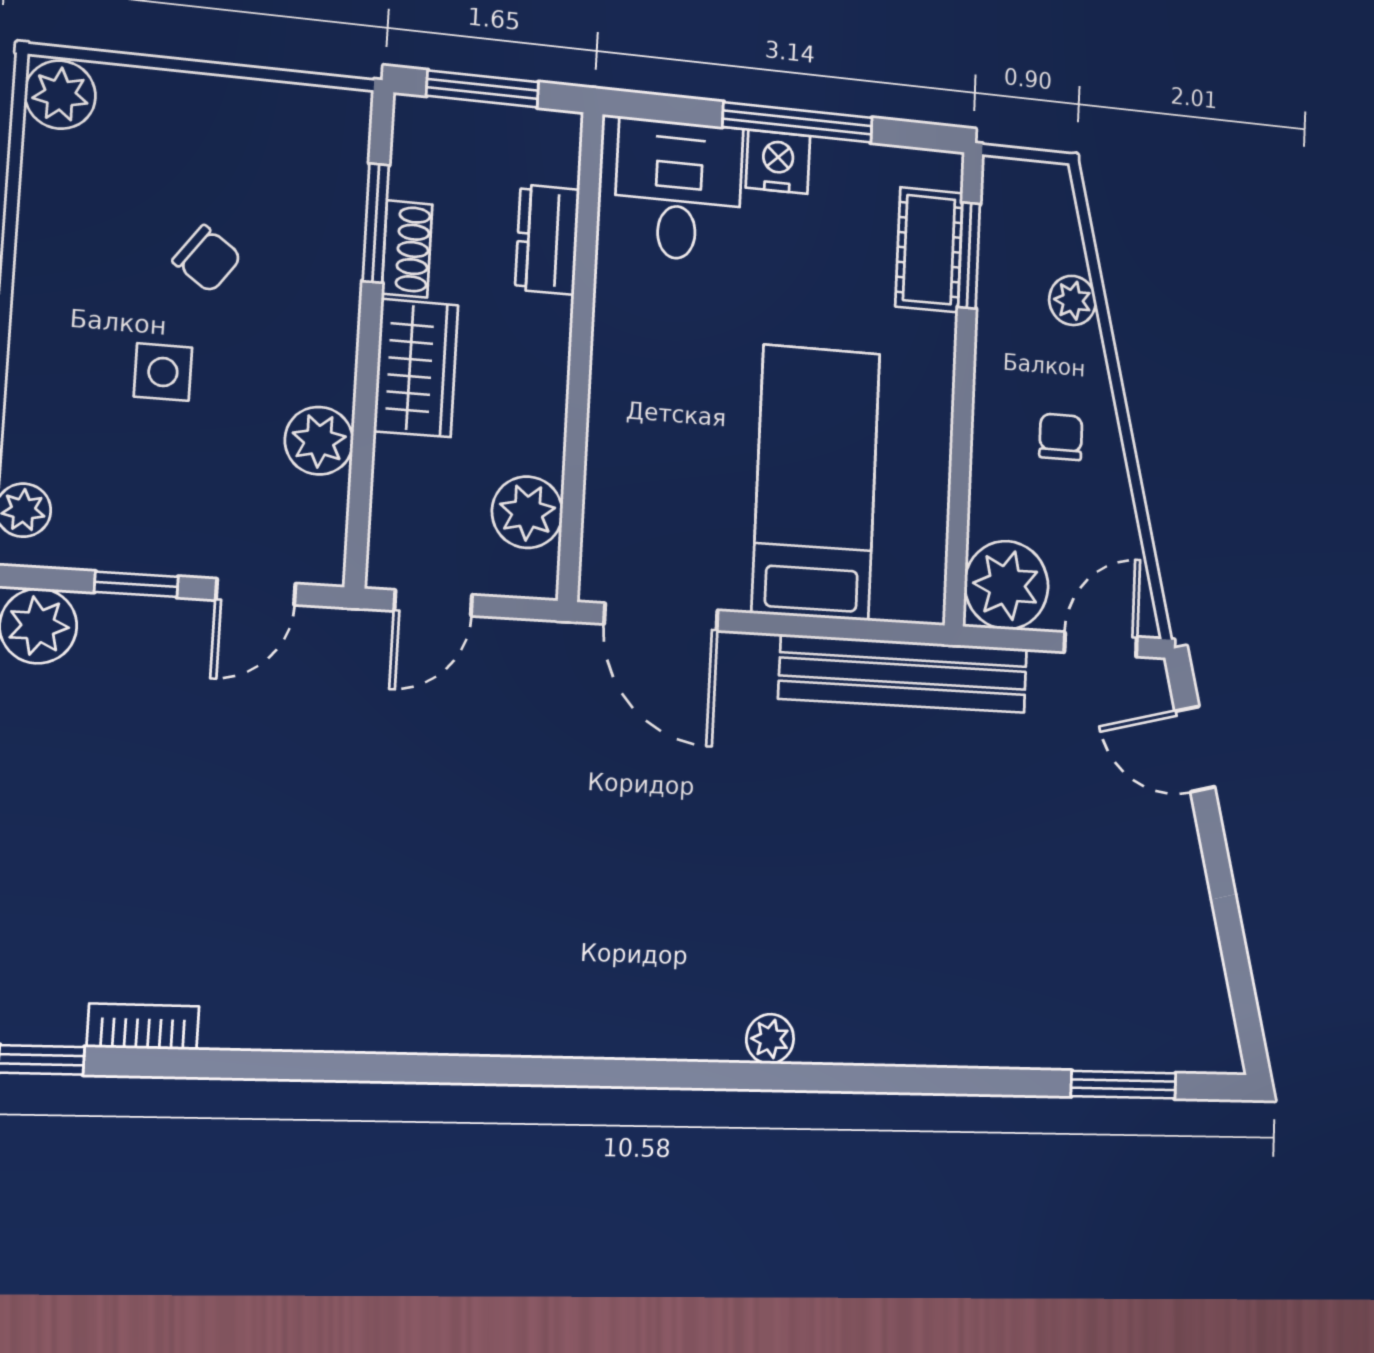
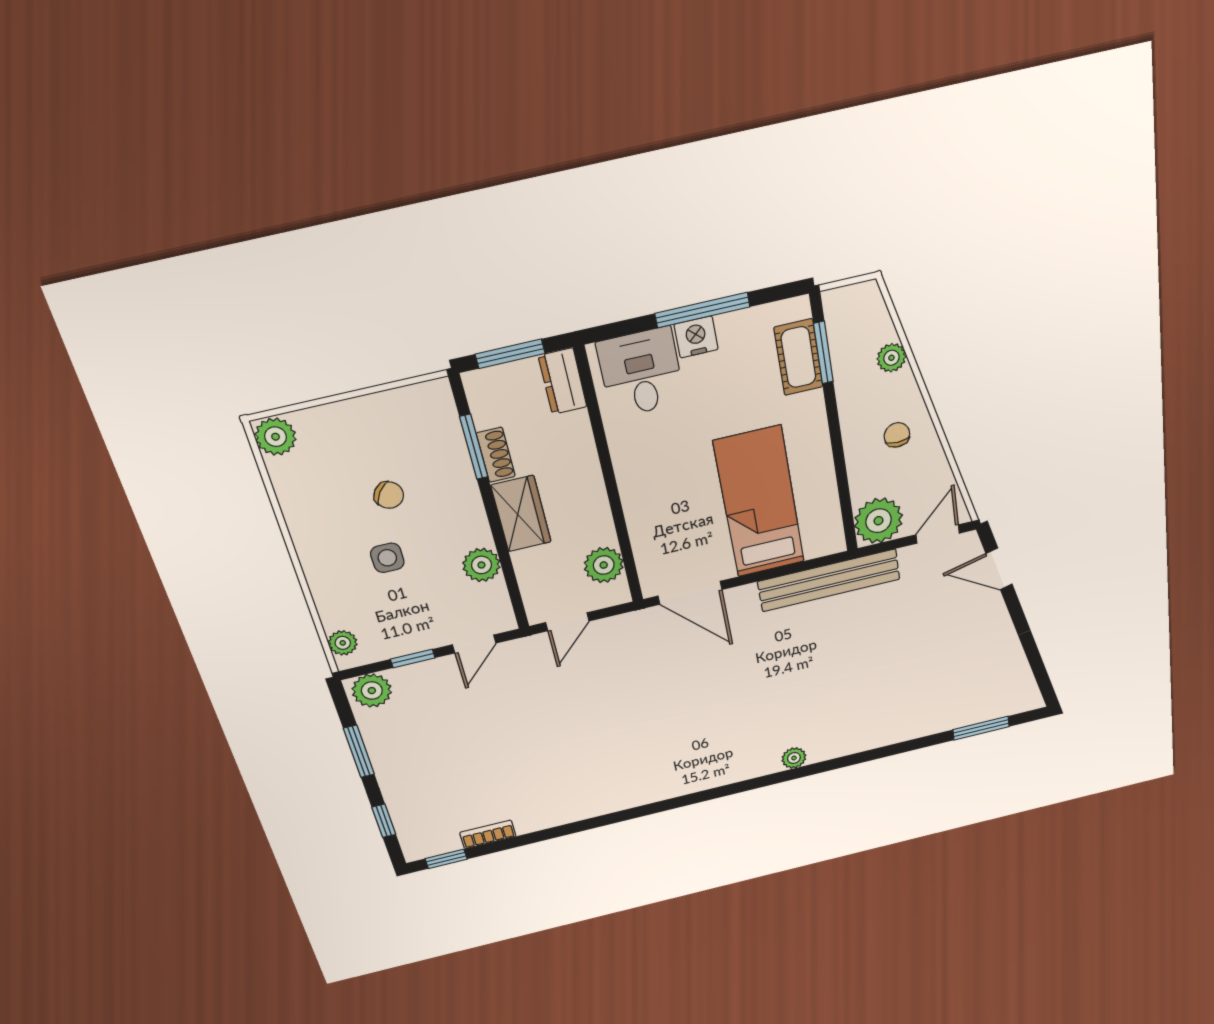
dresser: (547, 240) -> (563, 381), moved

